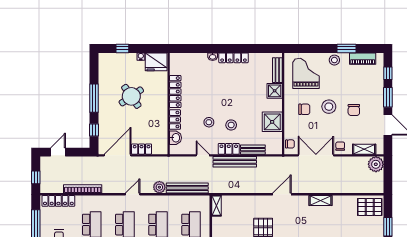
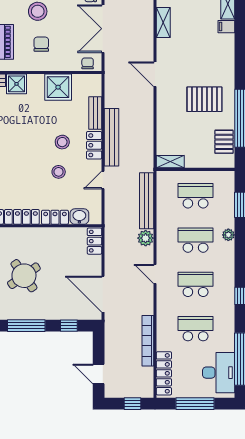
locker: (142, 149) -> (94, 241), moved

